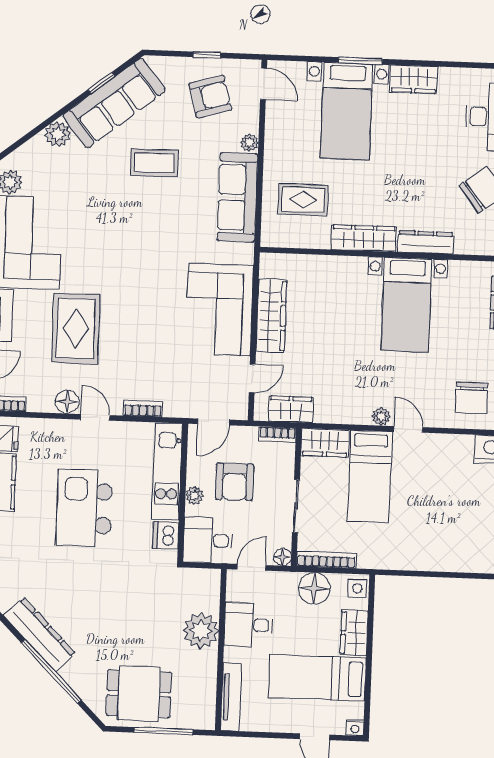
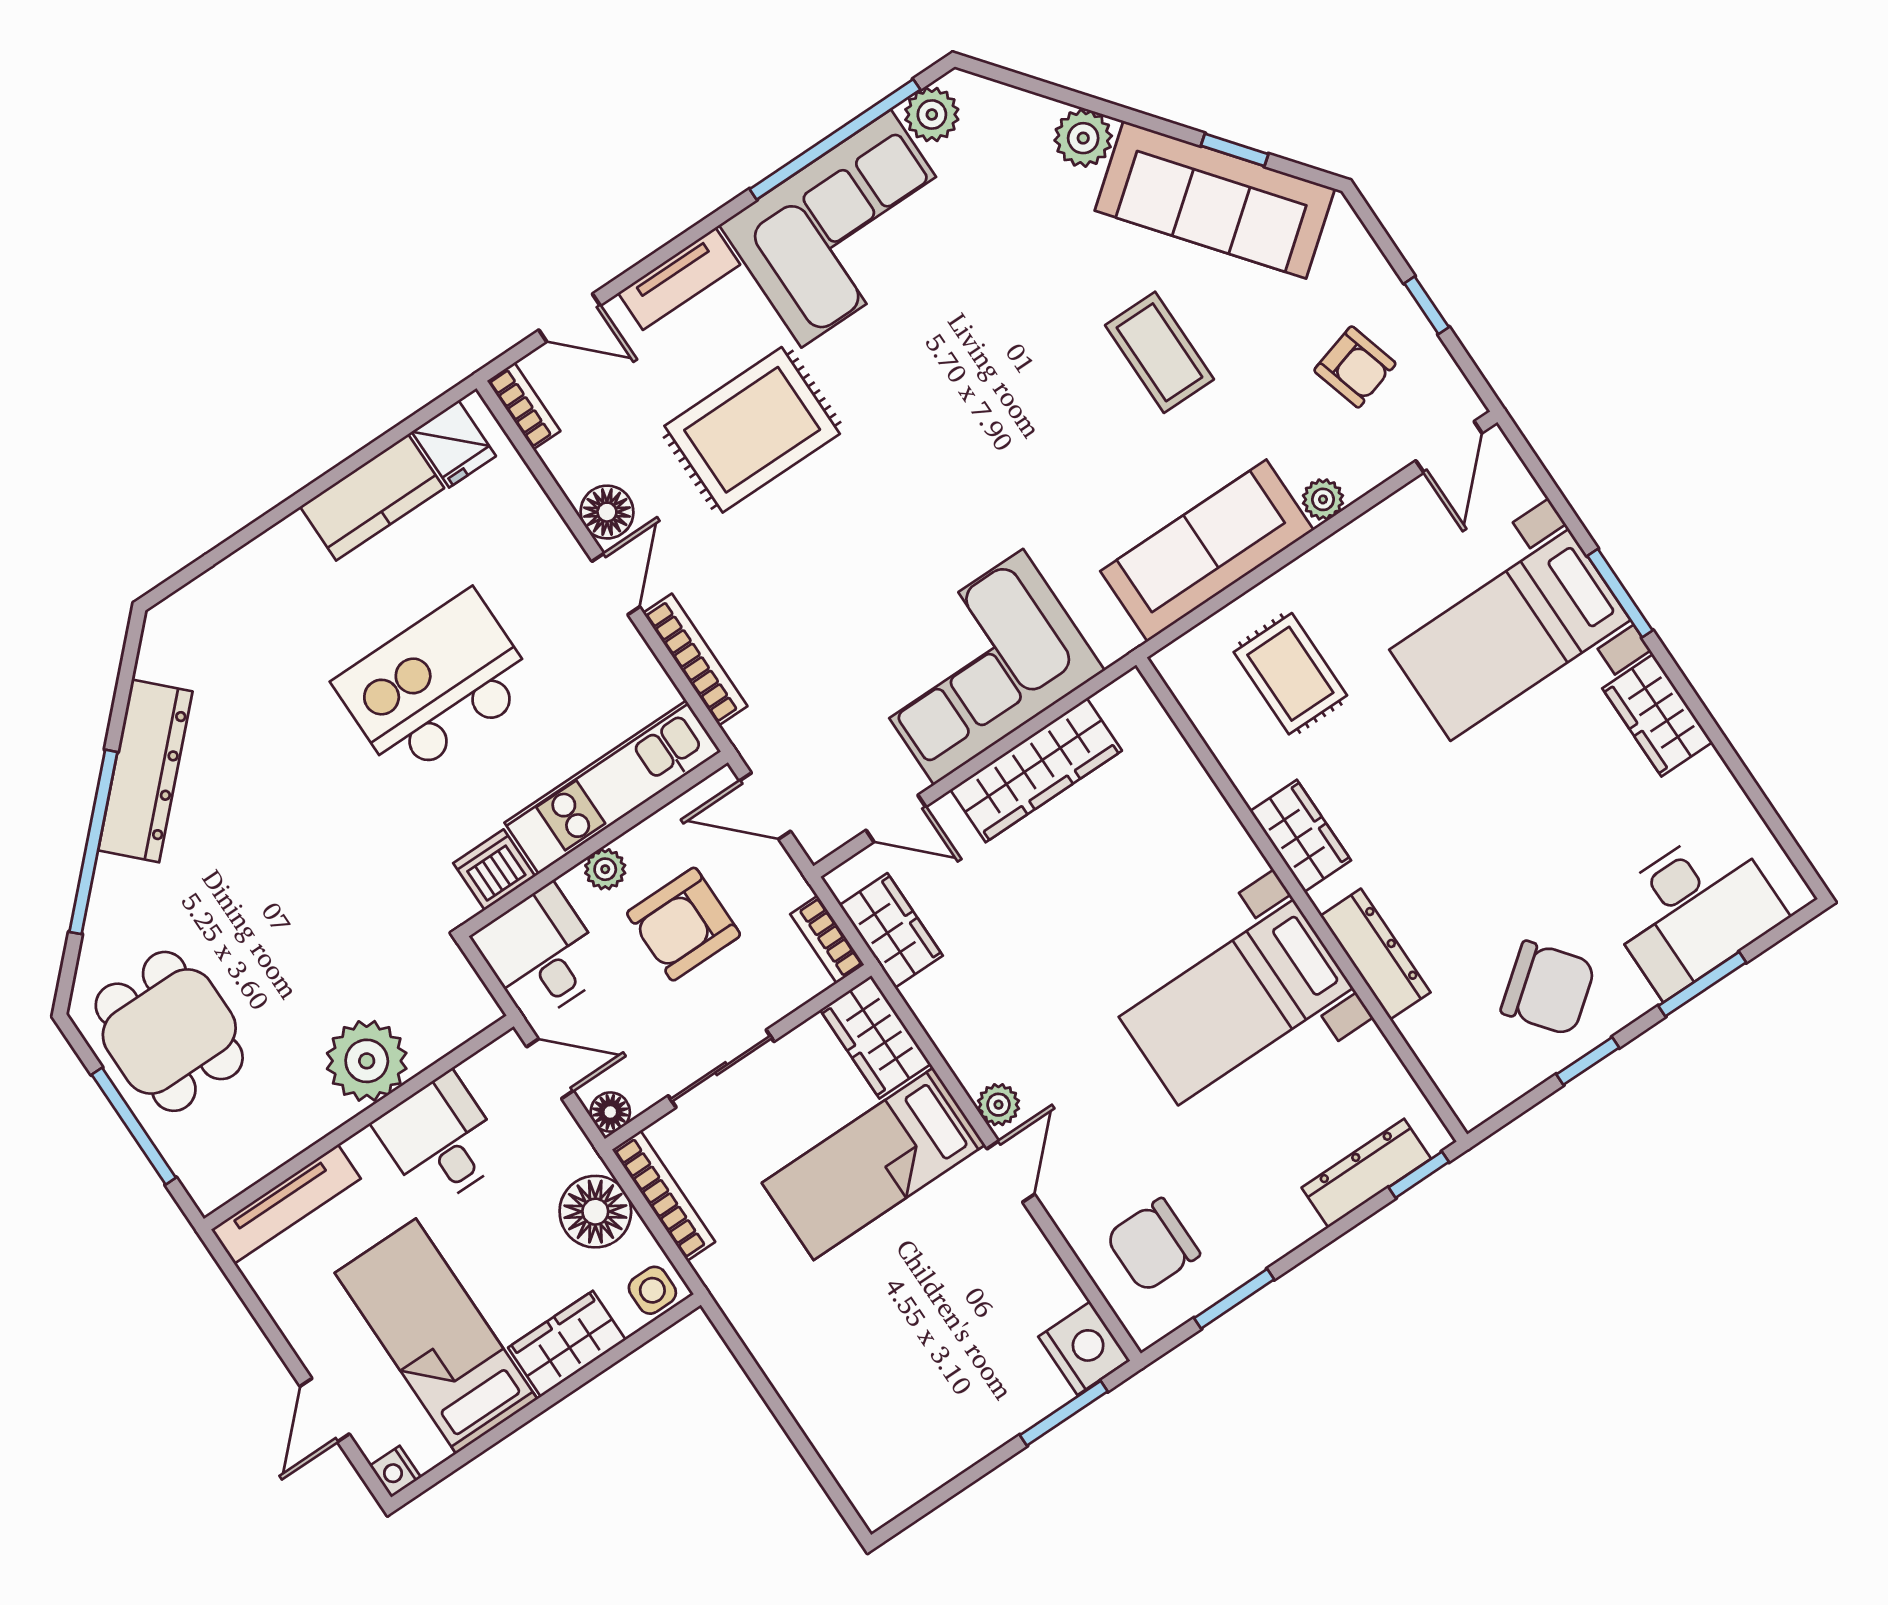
armchair: (210, 97) -> (1355, 367), width x0.72, depth x0.72
wardrobe: (364, 238) -> (1300, 836), width x0.67
bookcase: (143, 409) -> (695, 660), width x1.56

